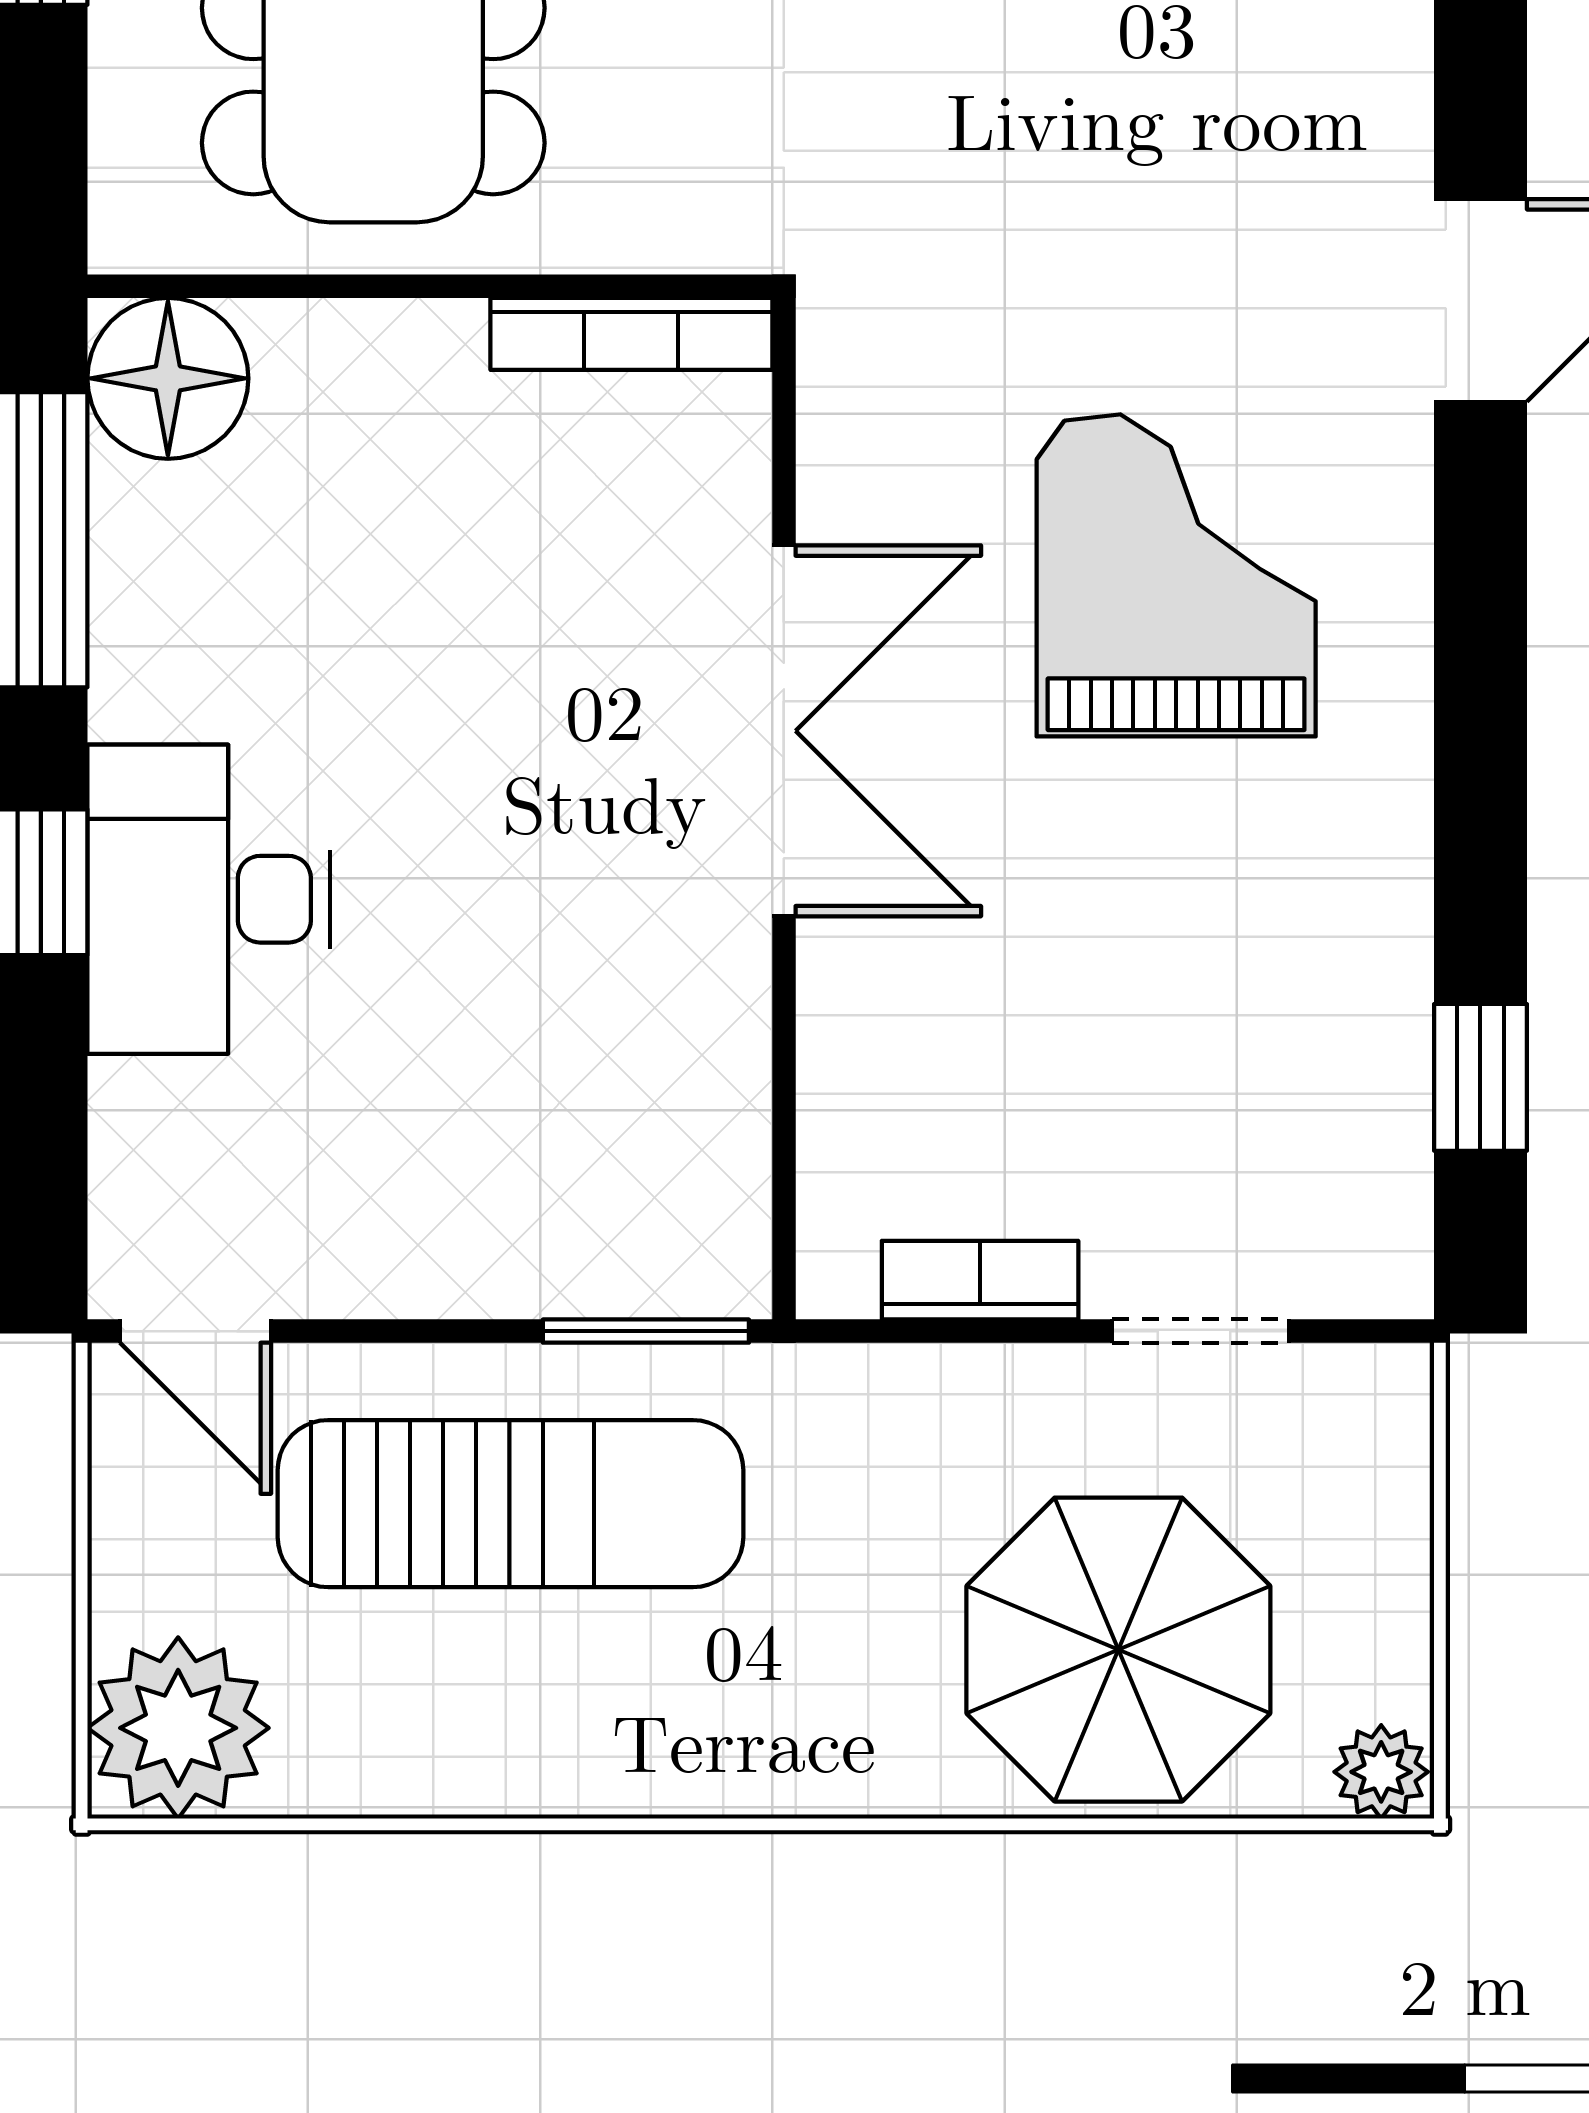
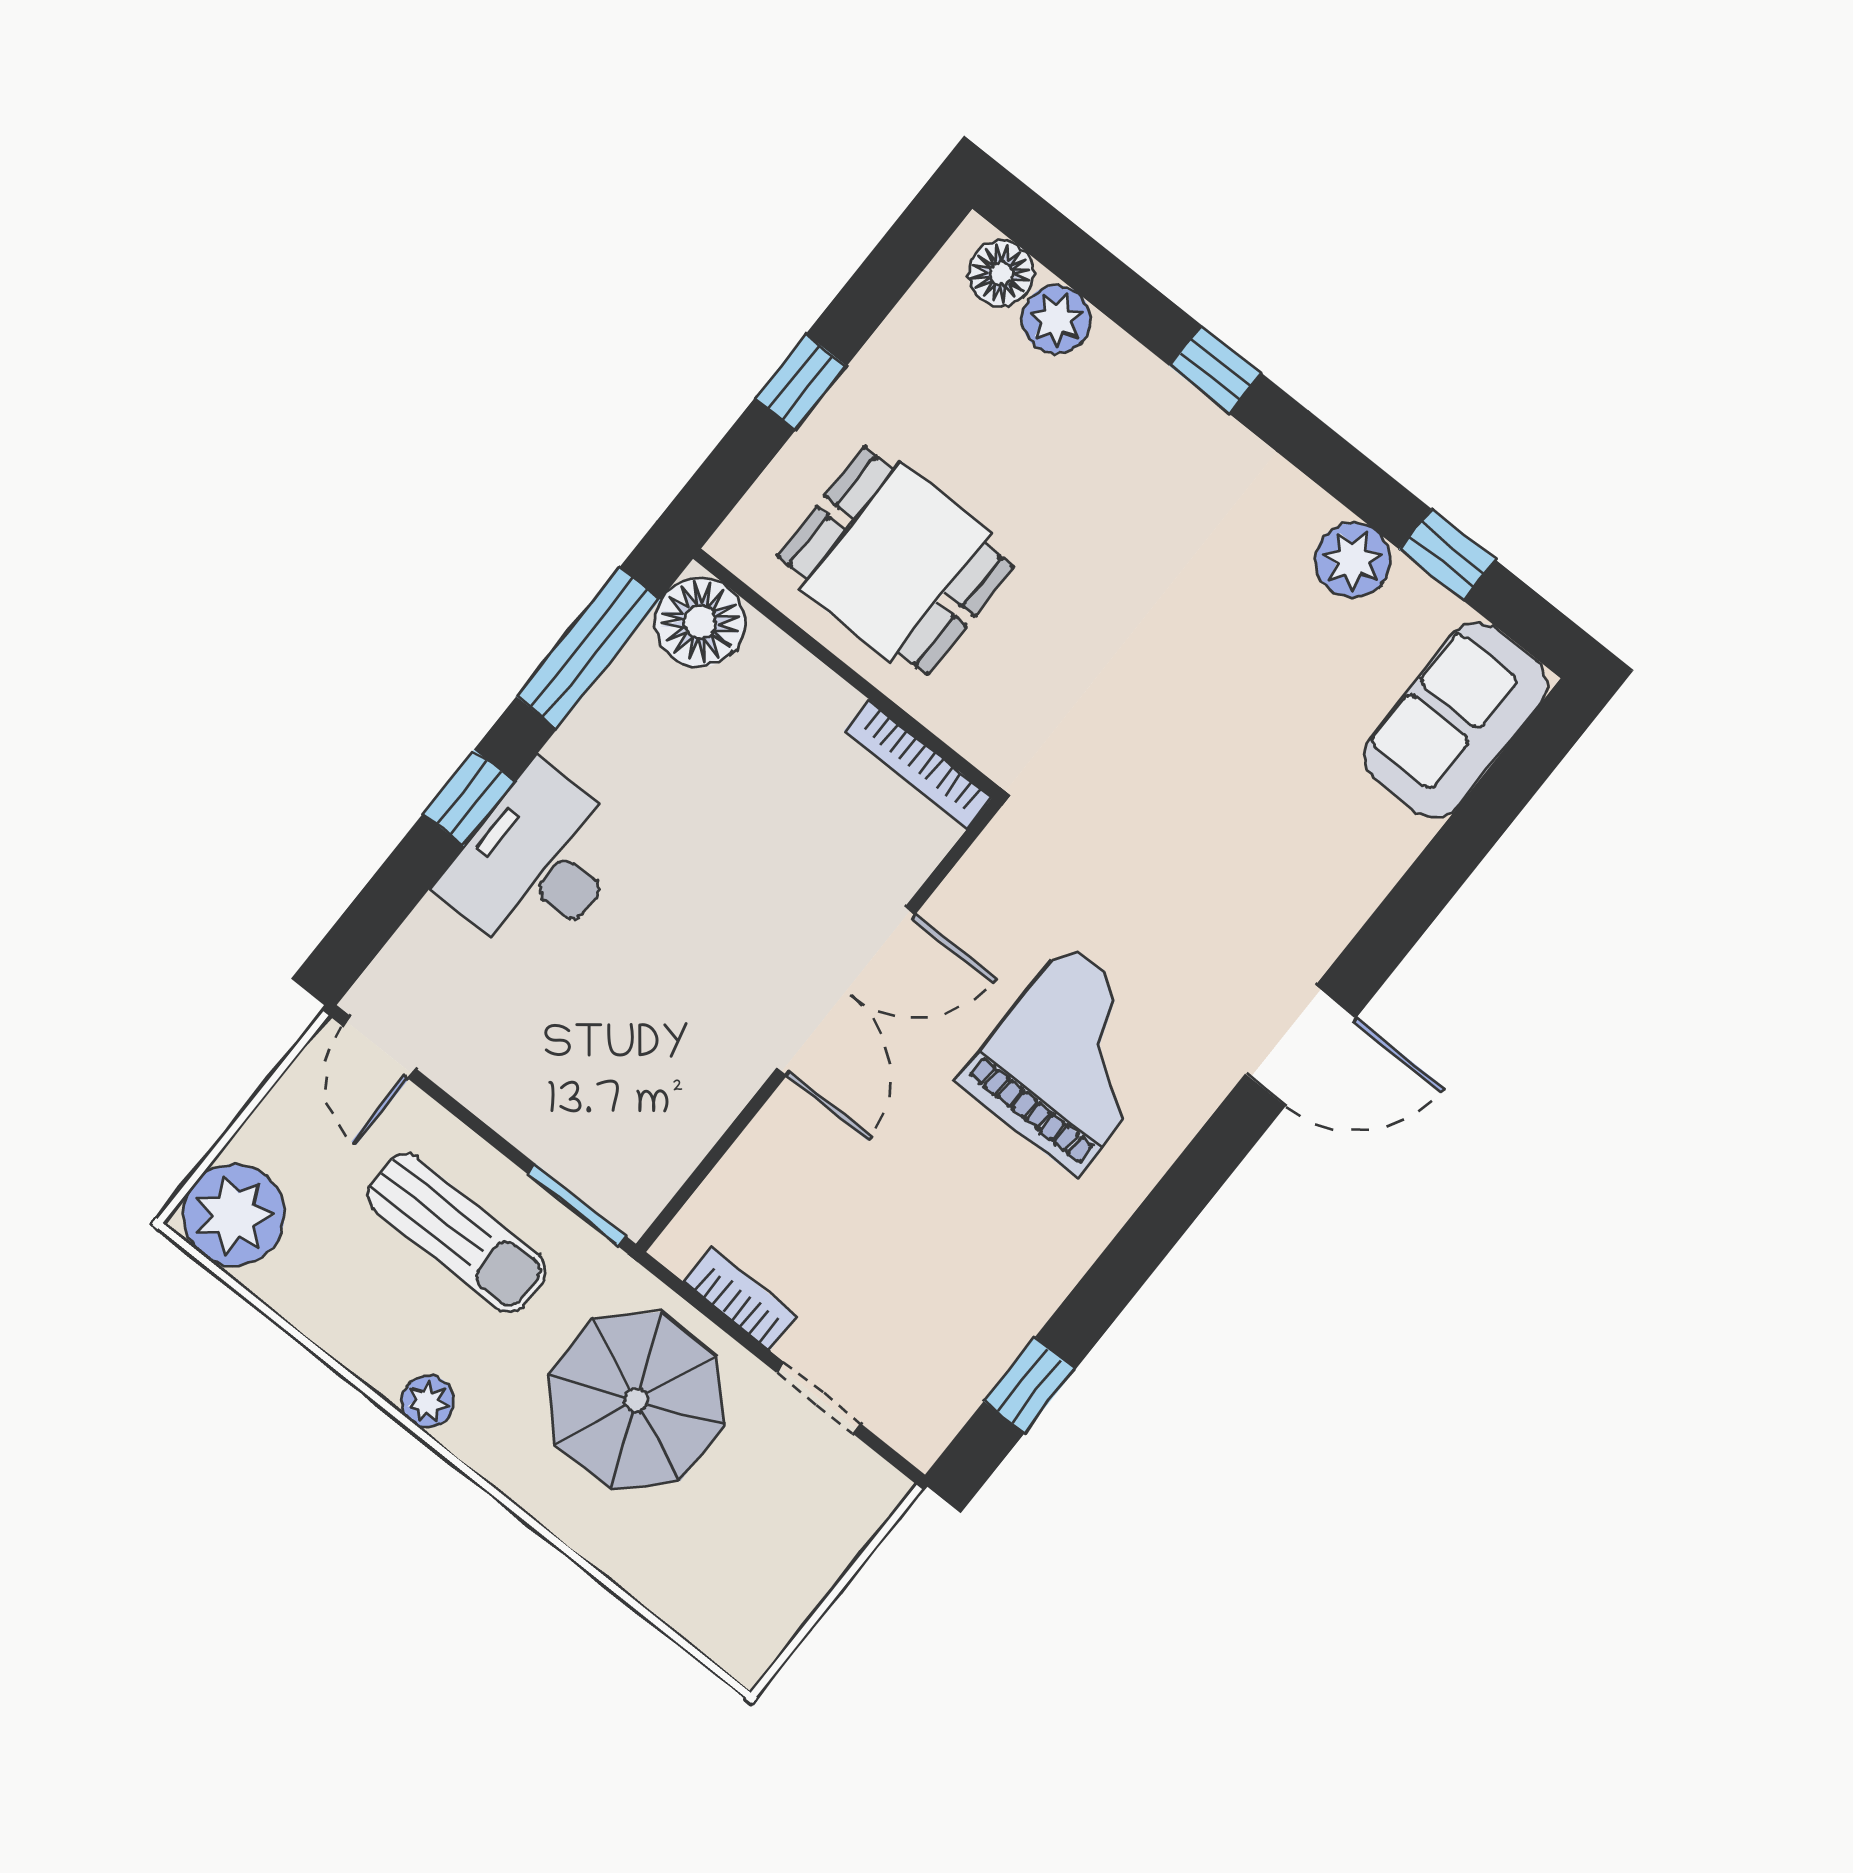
sun lounger: (510, 1504) -> (457, 1233), width x0.73, depth x0.75
parasol: (1118, 1650) -> (636, 1400), moved
plant: (1381, 1772) -> (428, 1402), moved

